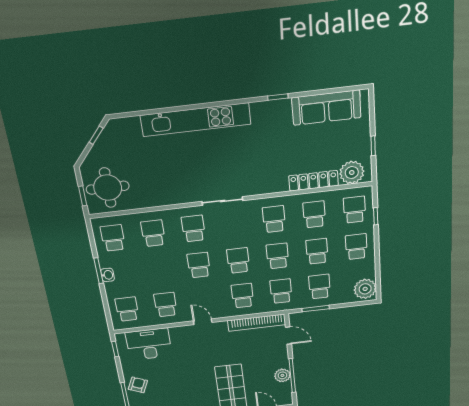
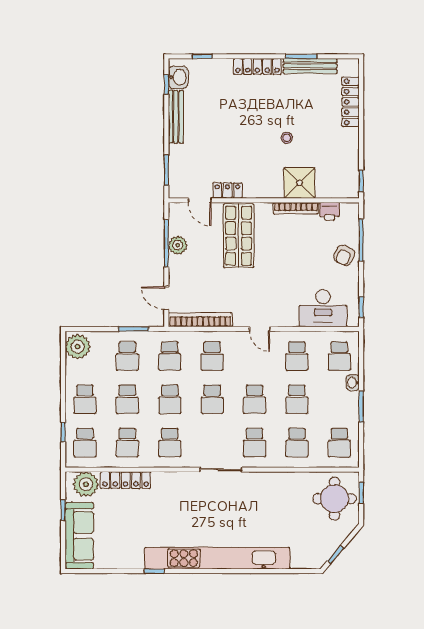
sofa: (326, 108) -> (79, 536), moved, turned 90
kitchen unit: (196, 120) -> (217, 558), width x1.36
school desk: (160, 270) -> (297, 399), added
washbasin: (108, 275) -> (353, 383), moved

